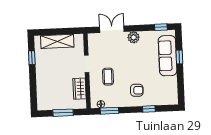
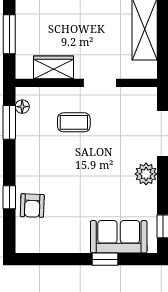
sofa: (168, 56) -> (119, 237), width x0.73
armchair: (137, 90) -> (32, 206), moved

